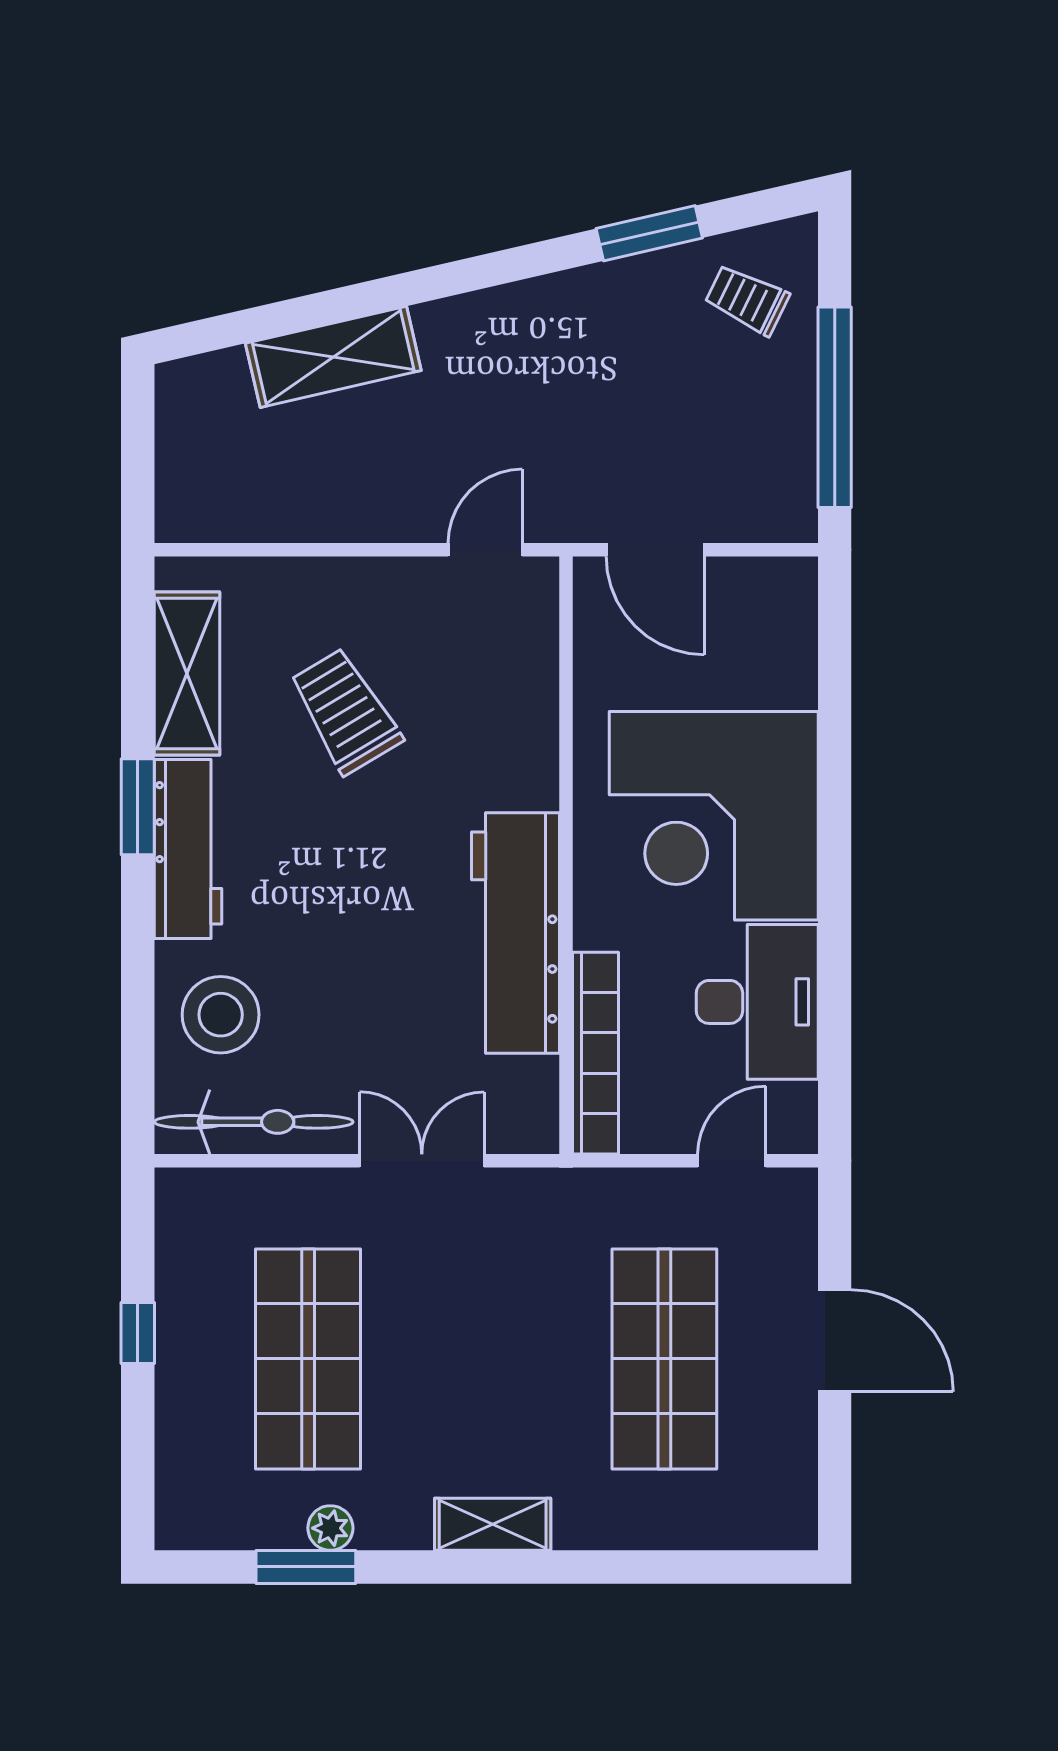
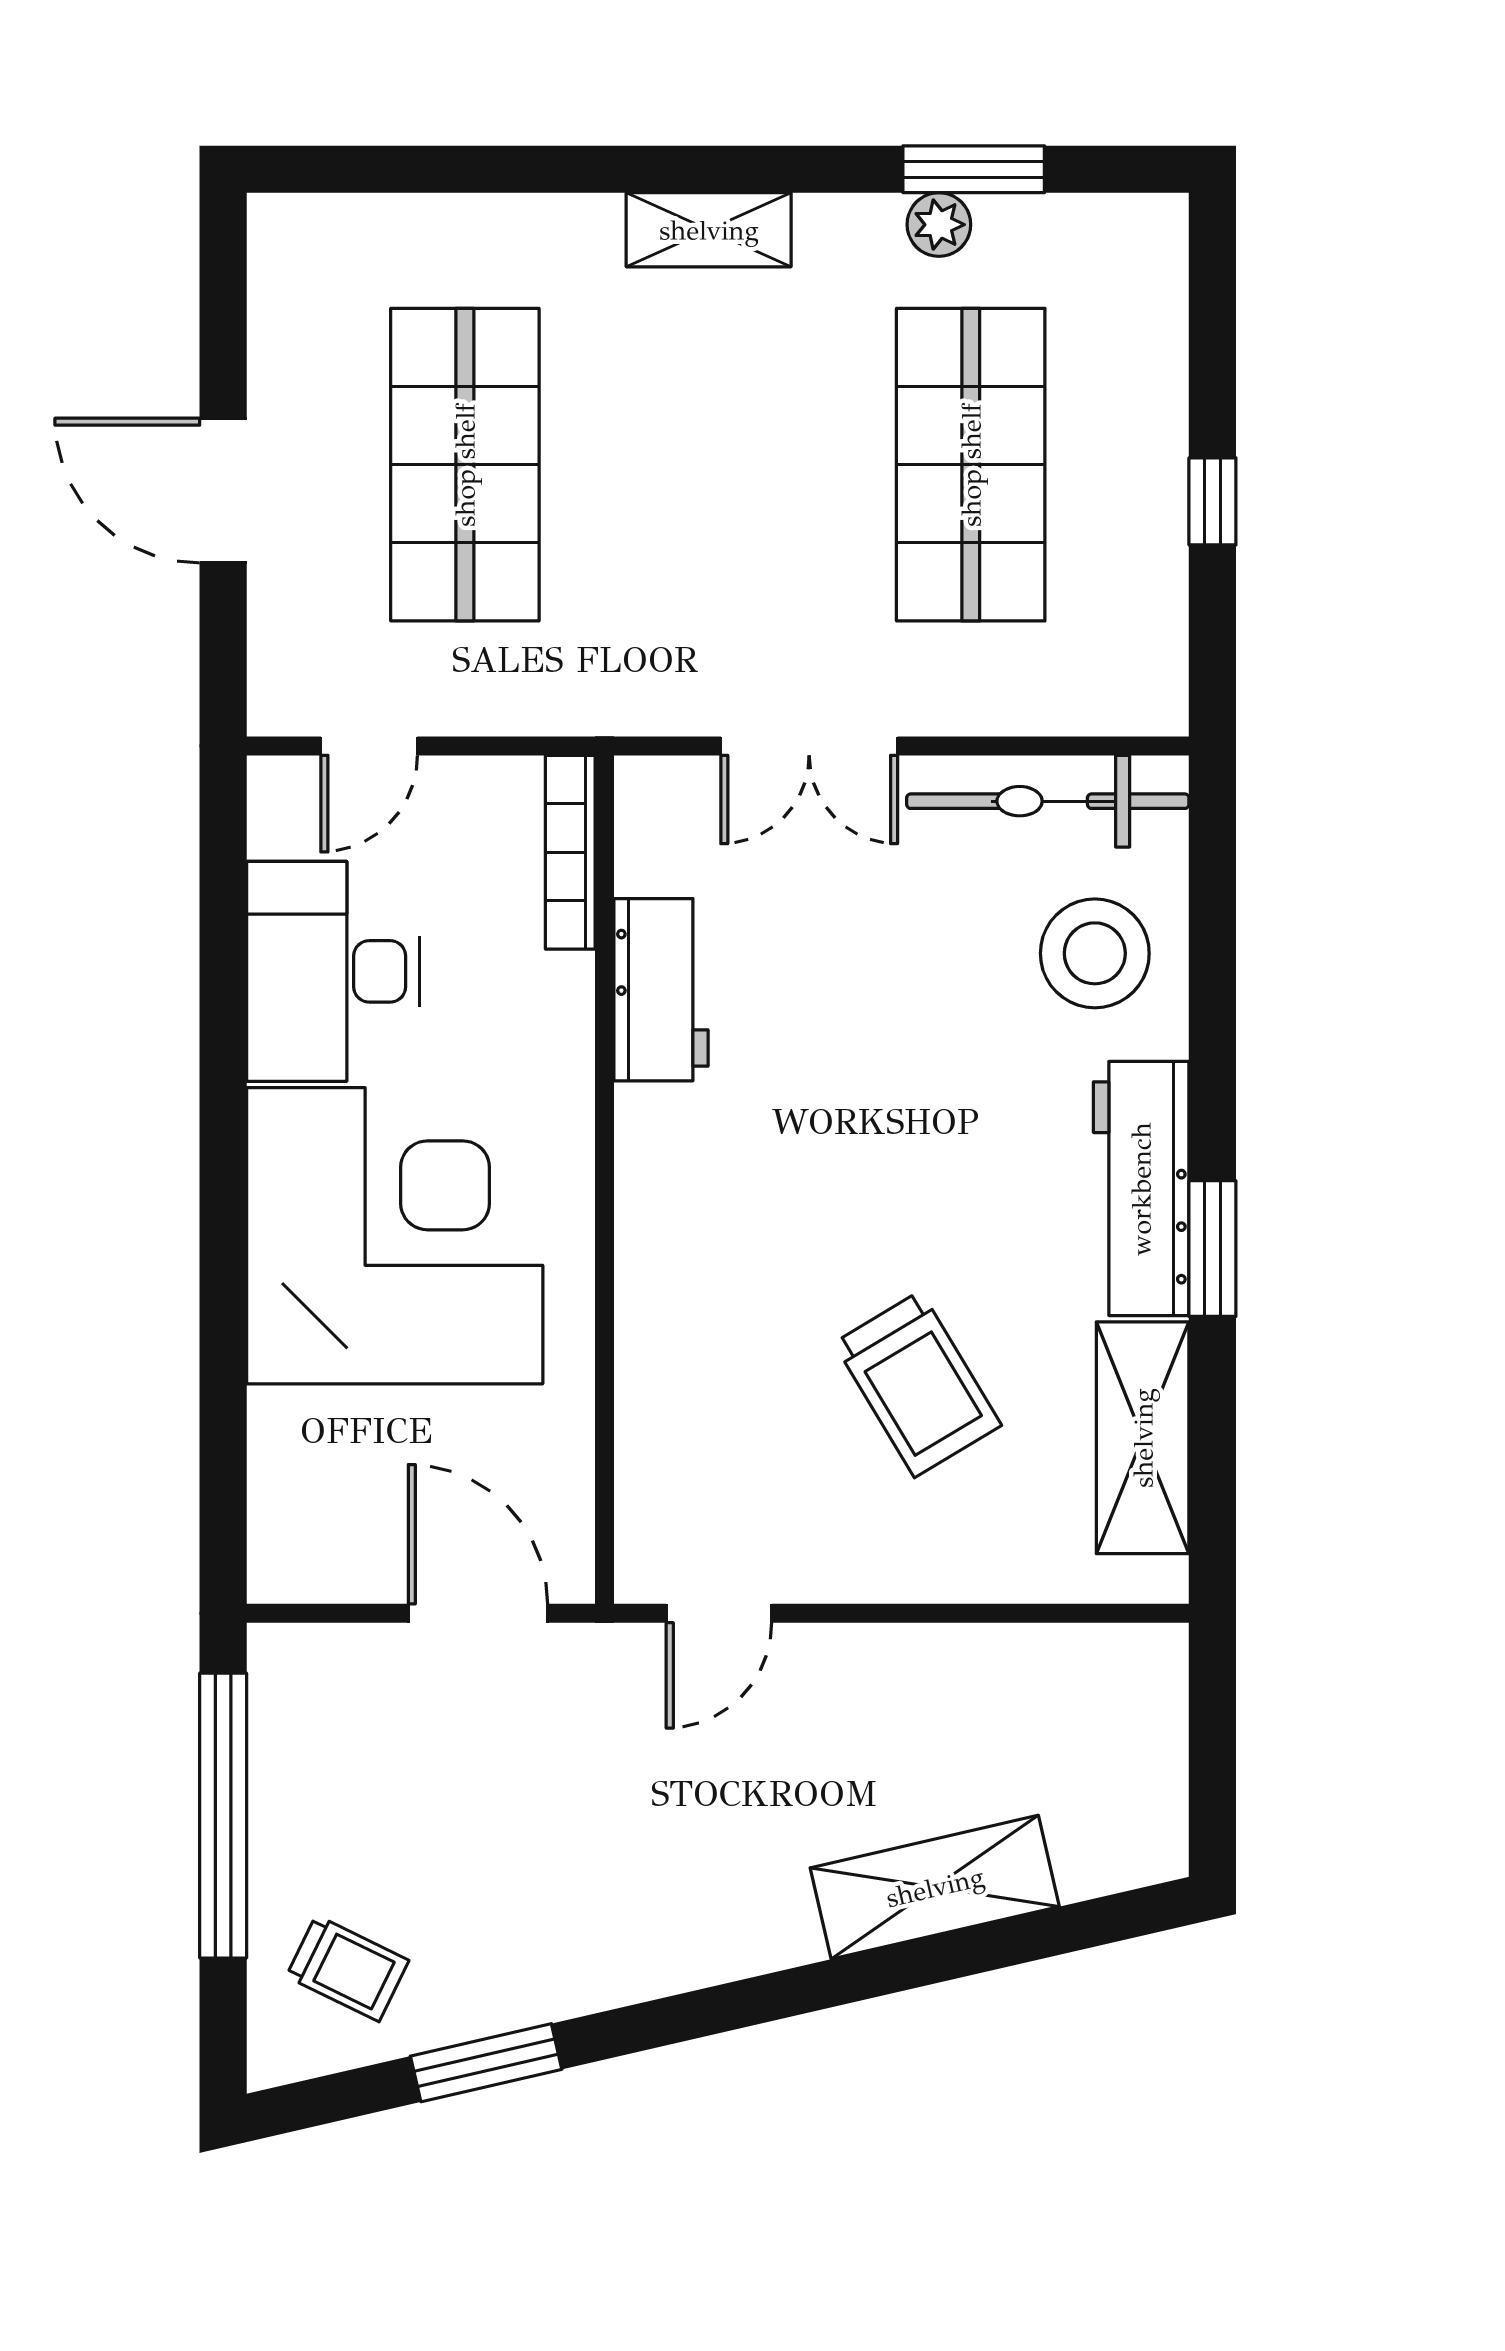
workbench: (516, 933) -> (661, 990), width x0.53, depth x0.76
bookcase: (596, 1053) -> (570, 852), width x0.68, depth x0.76

